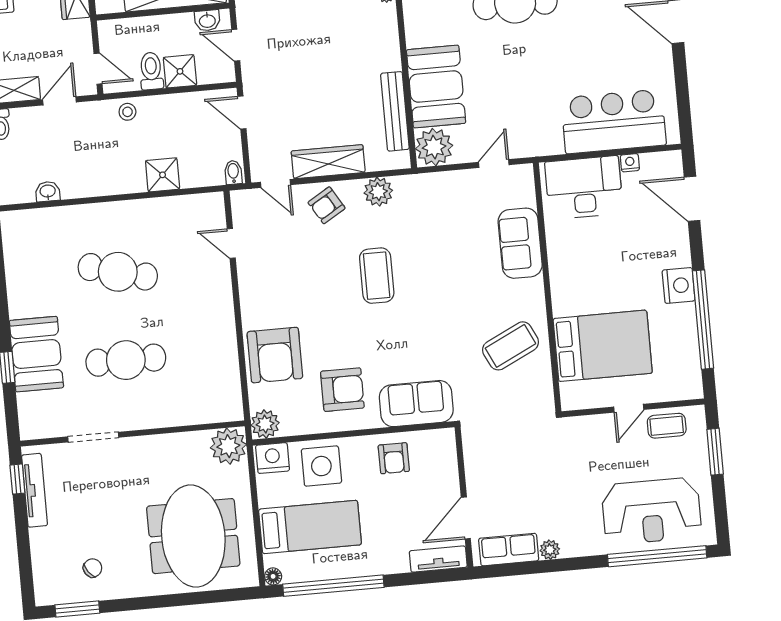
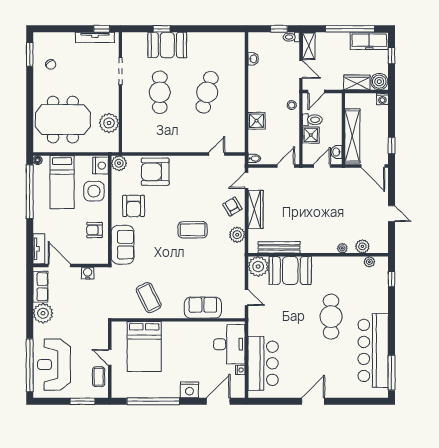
nightstand: (679, 285) -> (190, 390), moved
plant: (228, 446) -> (109, 123), moved
water cooler: (475, 464) -> (88, 273), added
plant: (550, 550) -> (43, 313), width x1.87, depth x1.87

